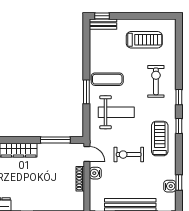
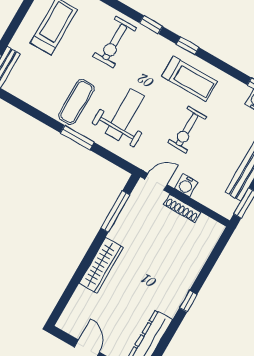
exercise bike: (156, 81) -> (115, 42), turned -90
treadmill: (160, 139) -> (189, 79), turned 180

